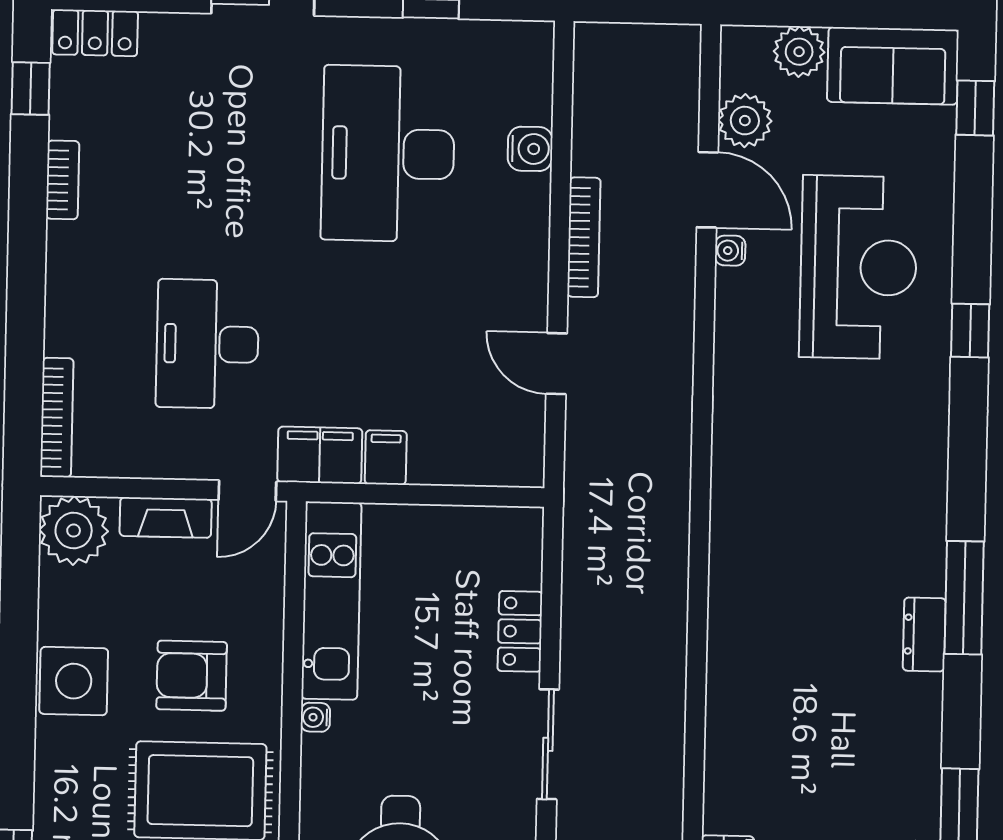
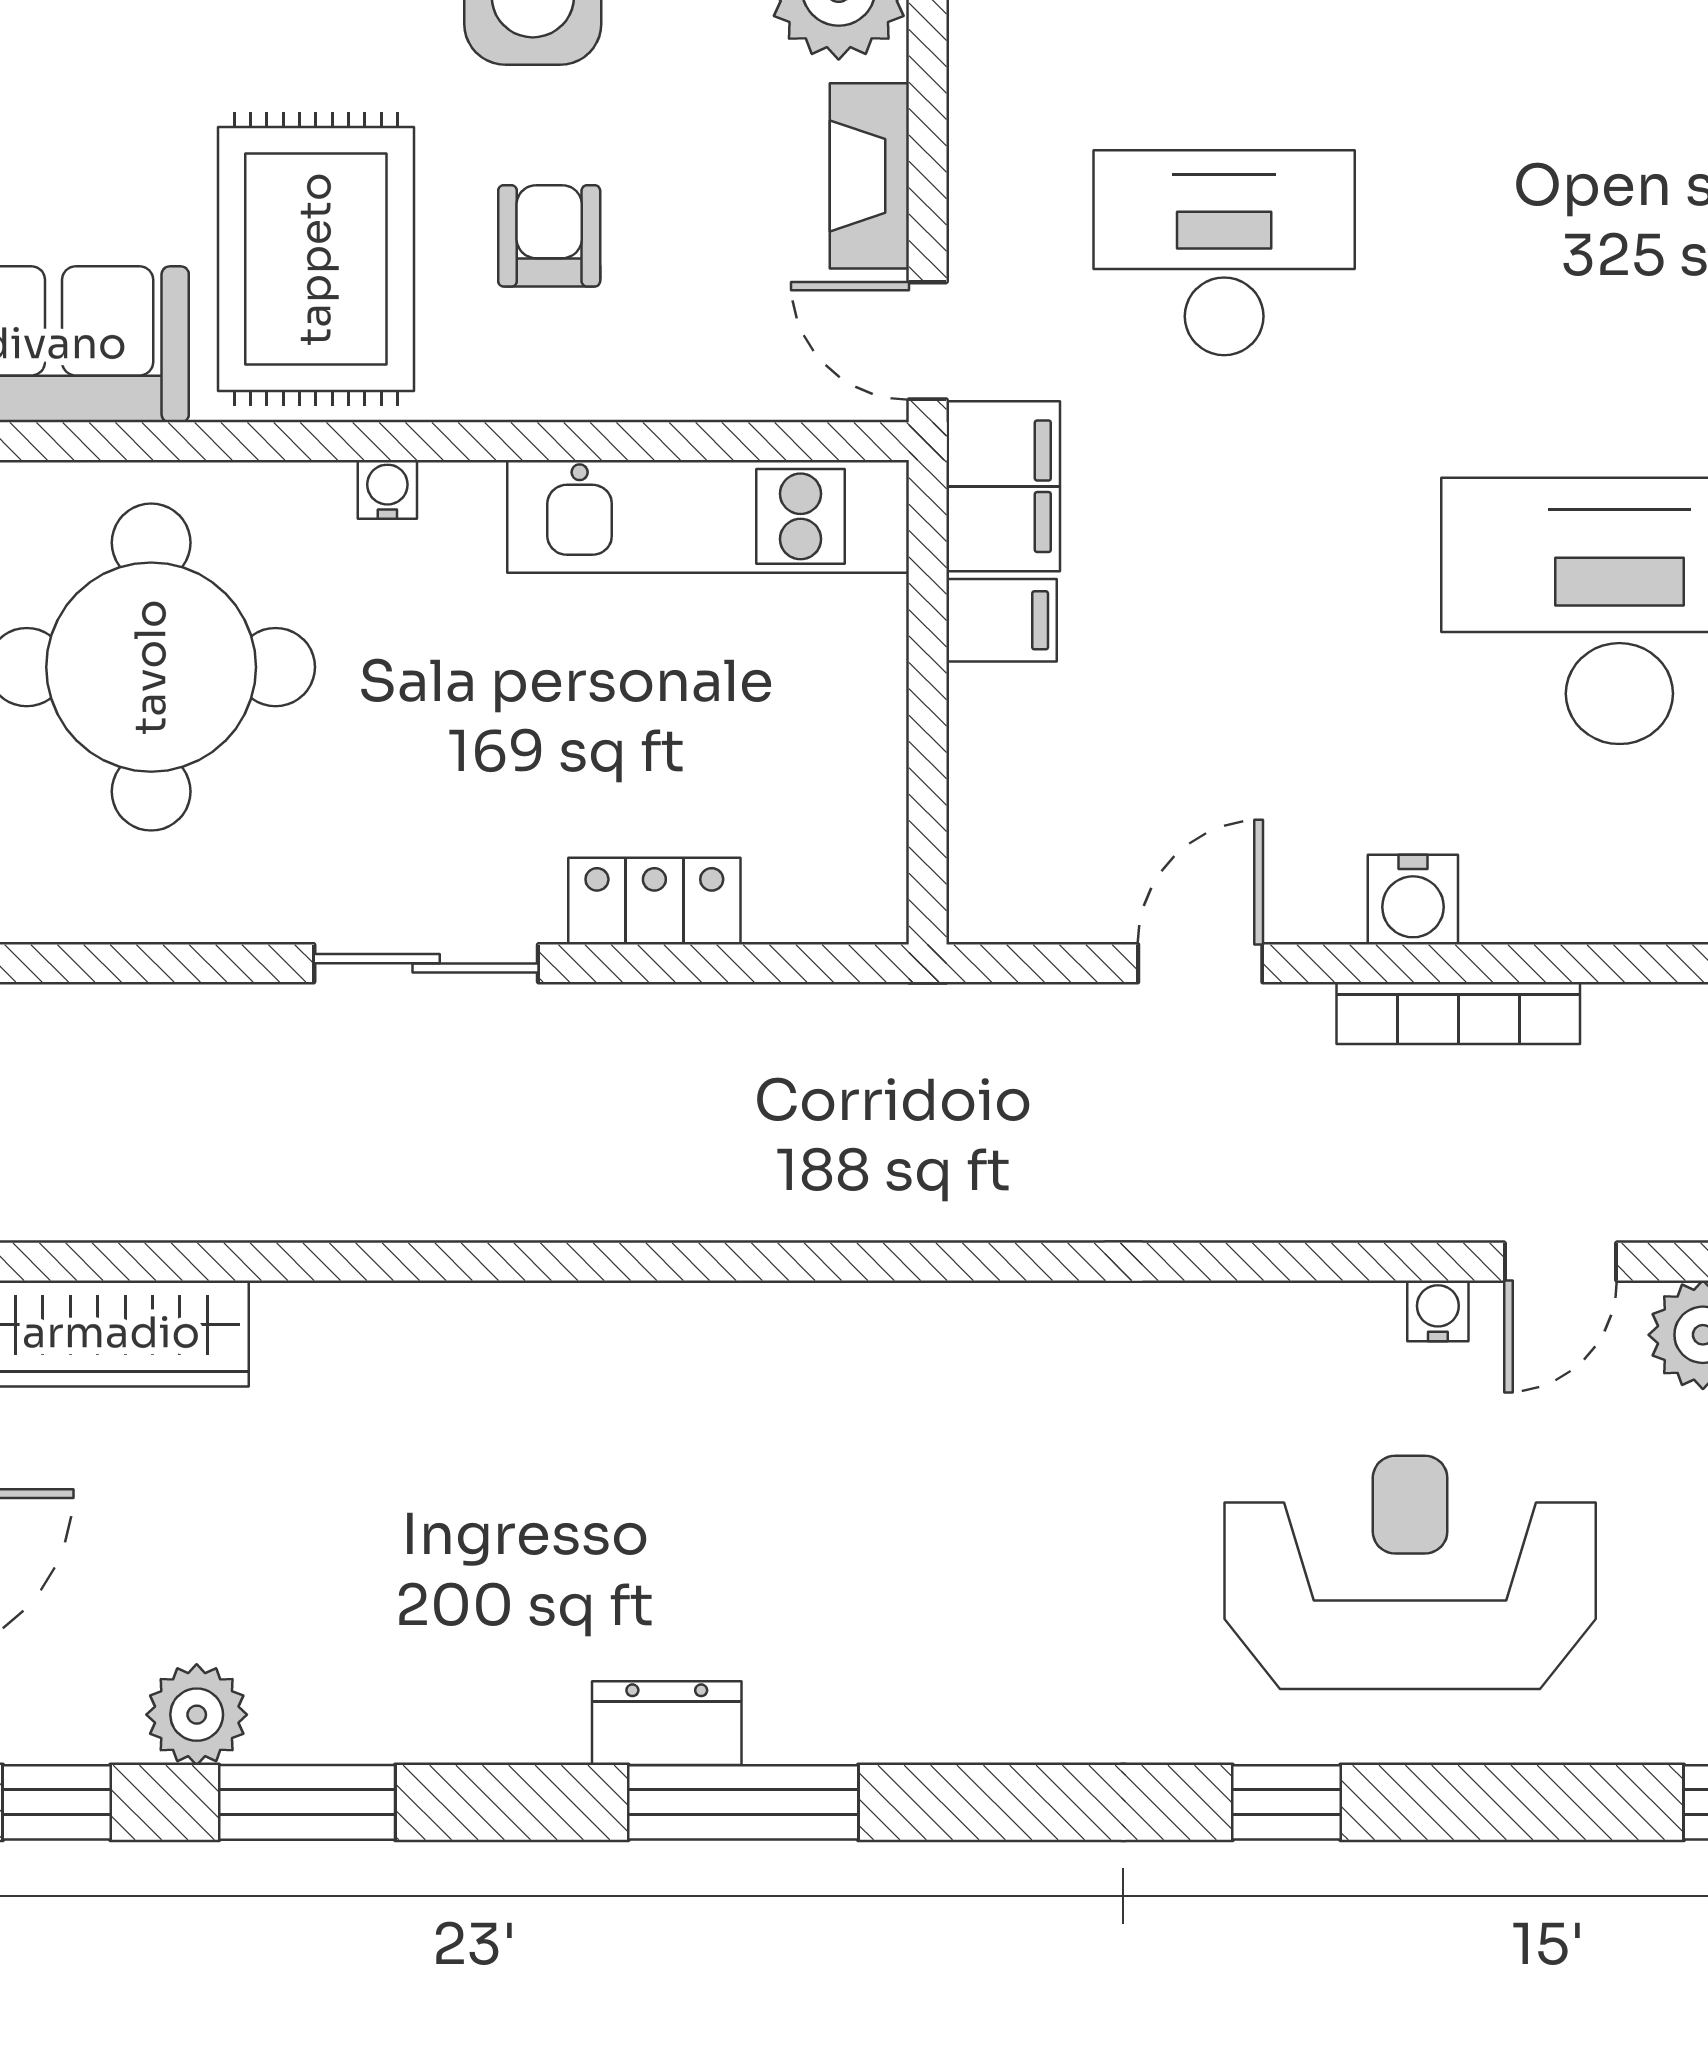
water cooler: (530, 149) -> (1413, 900), moved
door: (707, 190) -> (1560, 1262), width x0.73
reception desk: (858, 267) -> (1410, 1572), turned 180
armchair: (192, 676) -> (549, 236), width x0.72, depth x0.72
water cooler: (315, 717) -> (387, 489), moved

